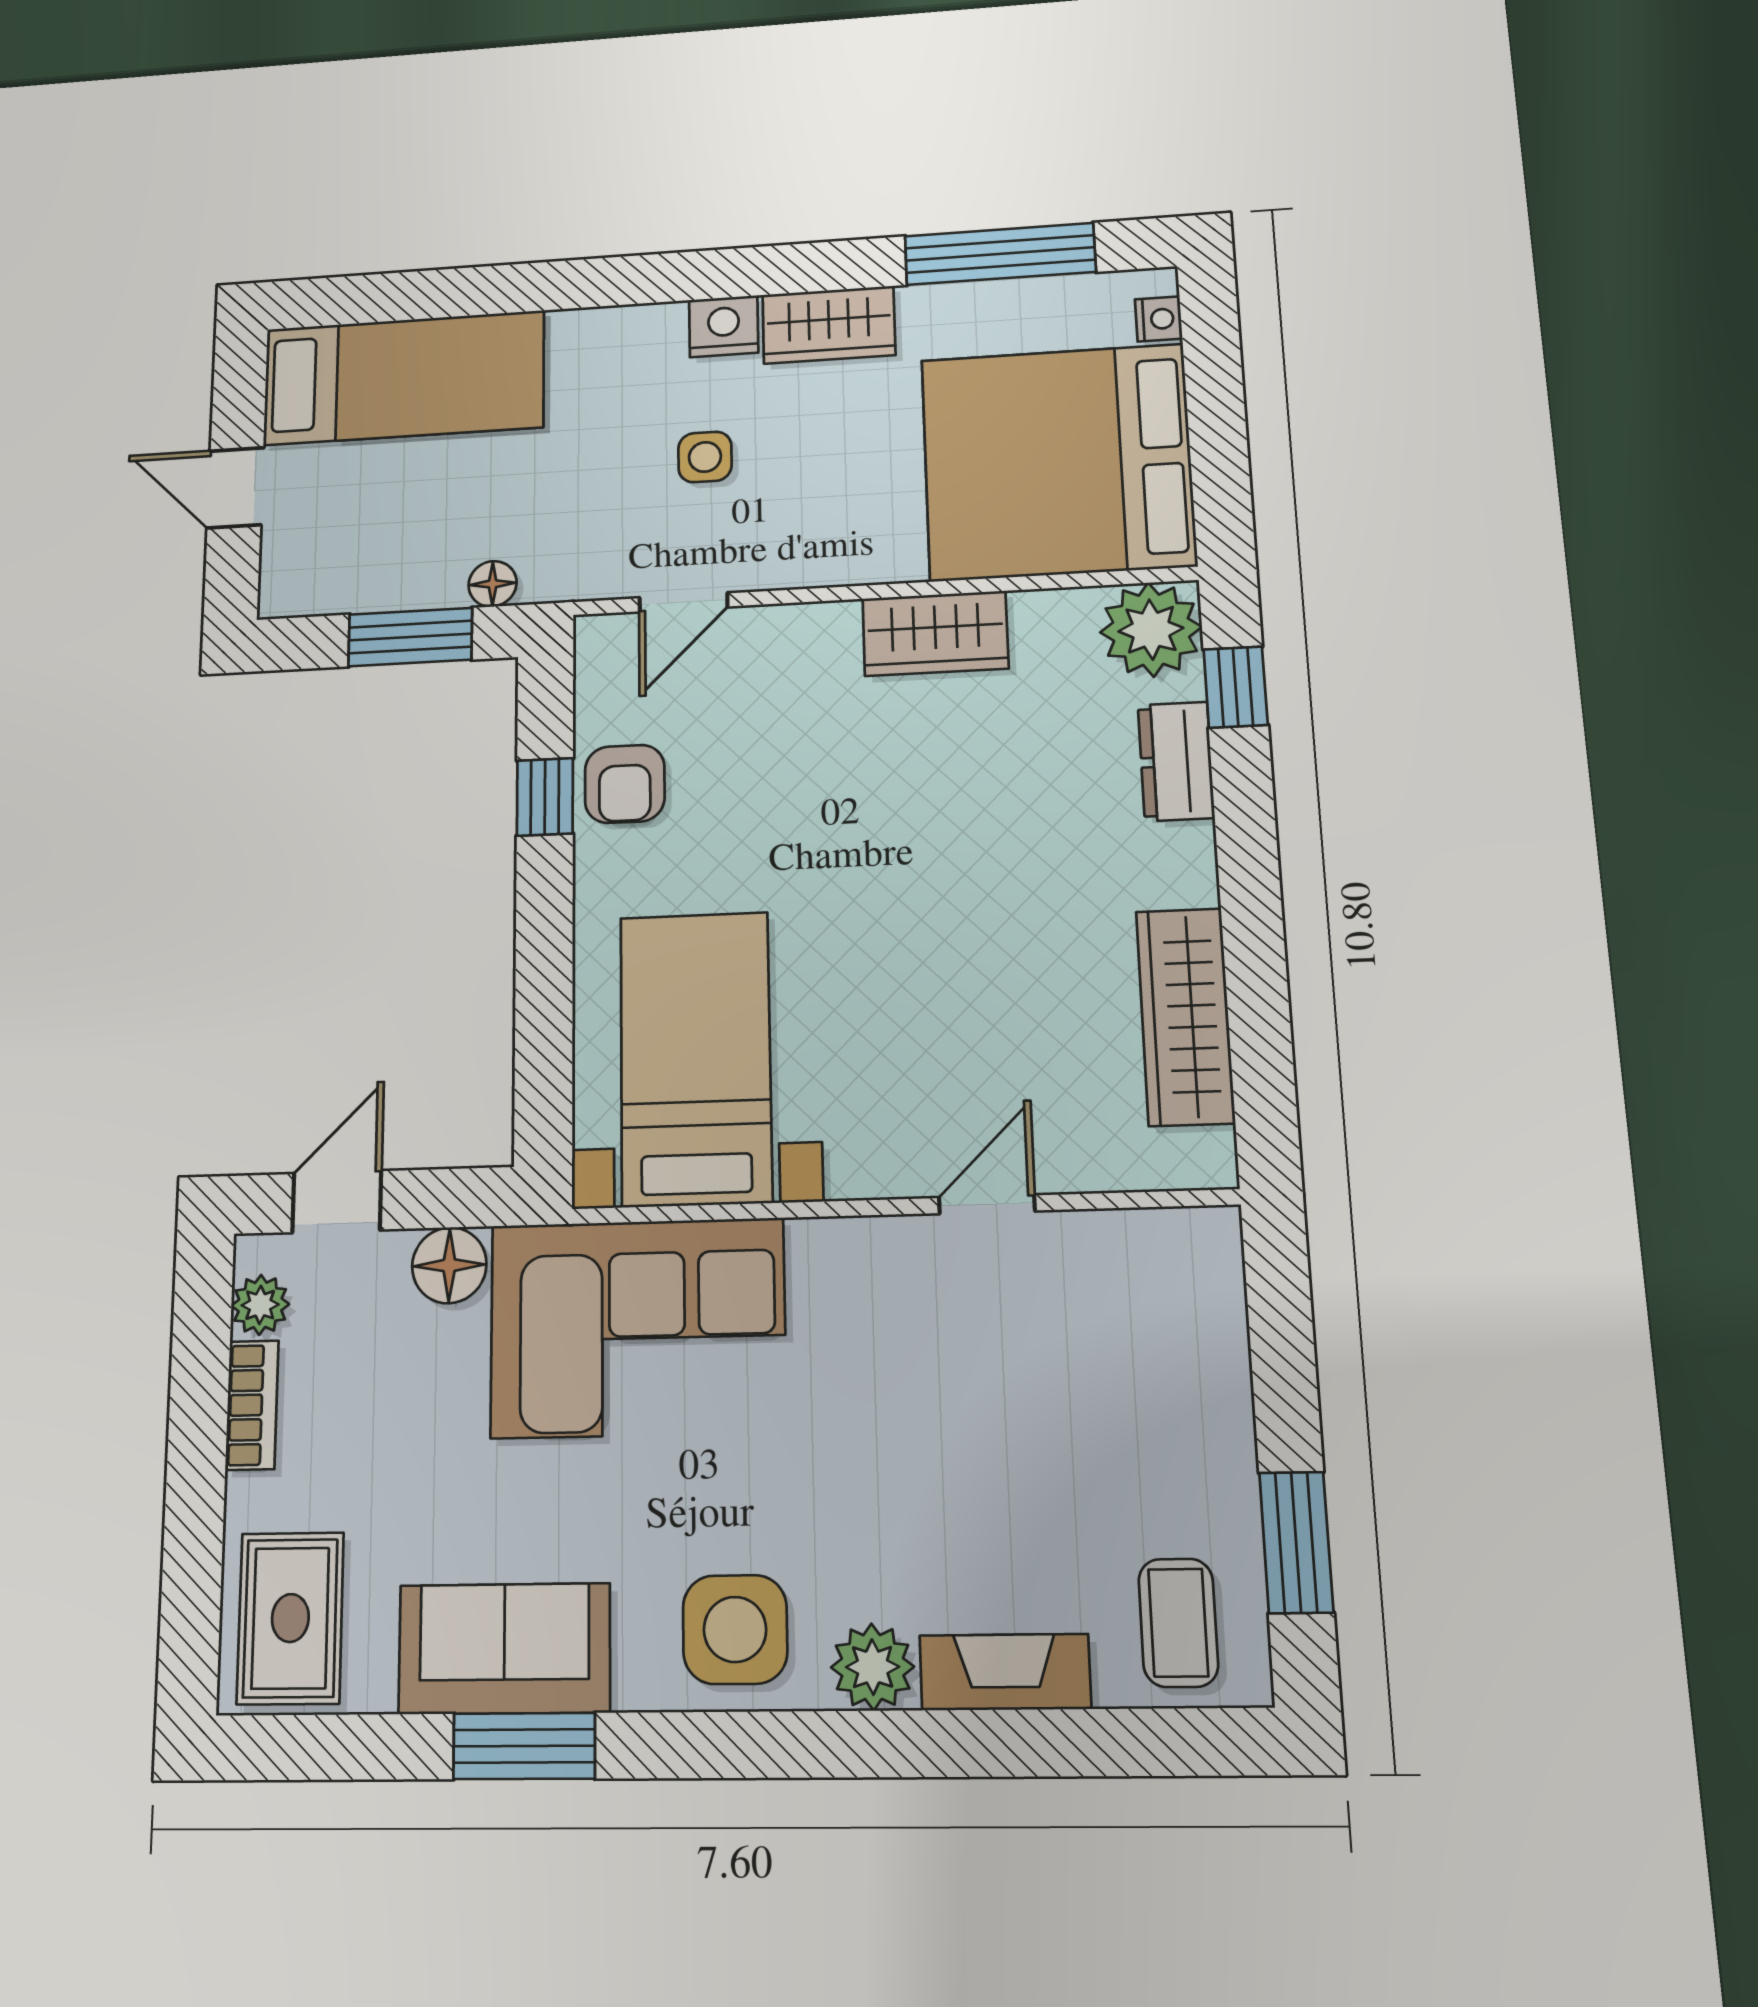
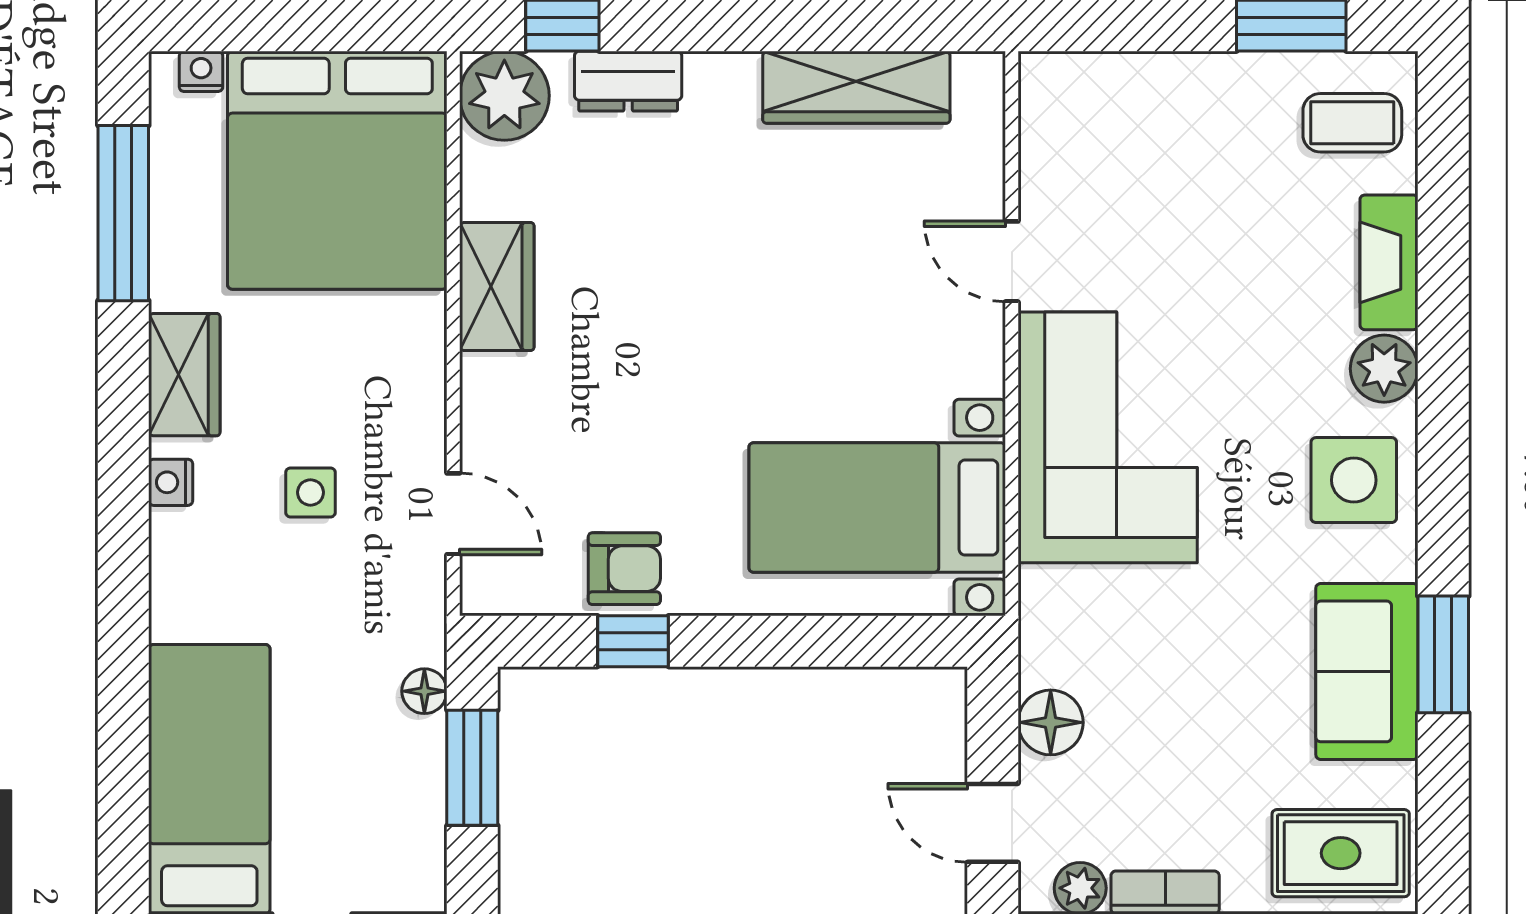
nightstand: (724, 326) -> (171, 482), width x0.72, depth x0.74
corner sofa: (637, 1328) -> (1108, 437), moved

